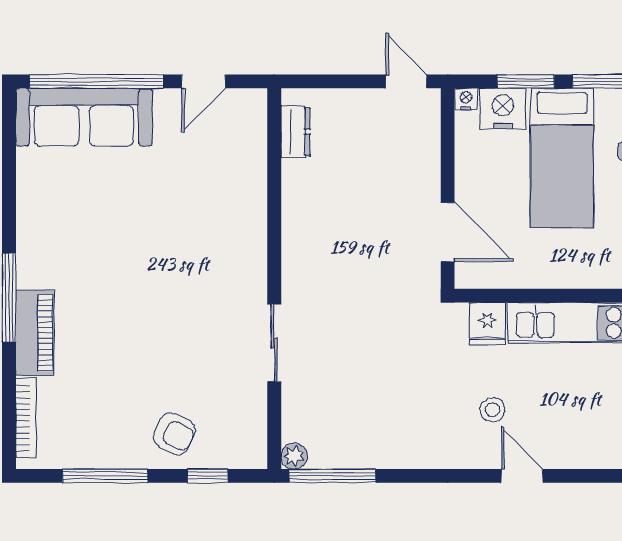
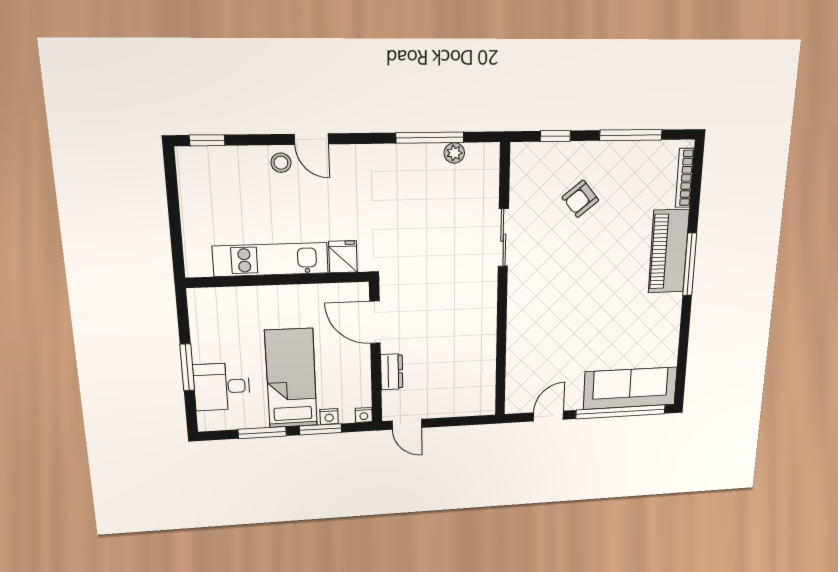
nightstand: (503, 109) -> (329, 417), width x0.53, depth x0.56
dresser: (296, 132) -> (392, 372), moved, turned 180
piano: (35, 333) -> (669, 251), width x1.37, depth x1.33
stool: (493, 410) -> (281, 163), moved
armchair: (174, 434) -> (580, 199), moved, turned -66
plant: (294, 456) -> (454, 153), moved
window: (332, 476) -> (430, 138), moved

